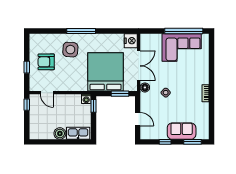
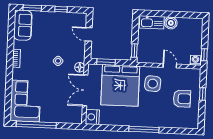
corner sofa: (182, 48) -> (25, 101), moved, turned 90
side table: (70, 50) -> (153, 84), moved
door: (47, 93) -> (170, 66), moved
washing machine: (86, 99) -> (195, 60), moved
sofa: (182, 131) -> (23, 25), moved, turned -90

